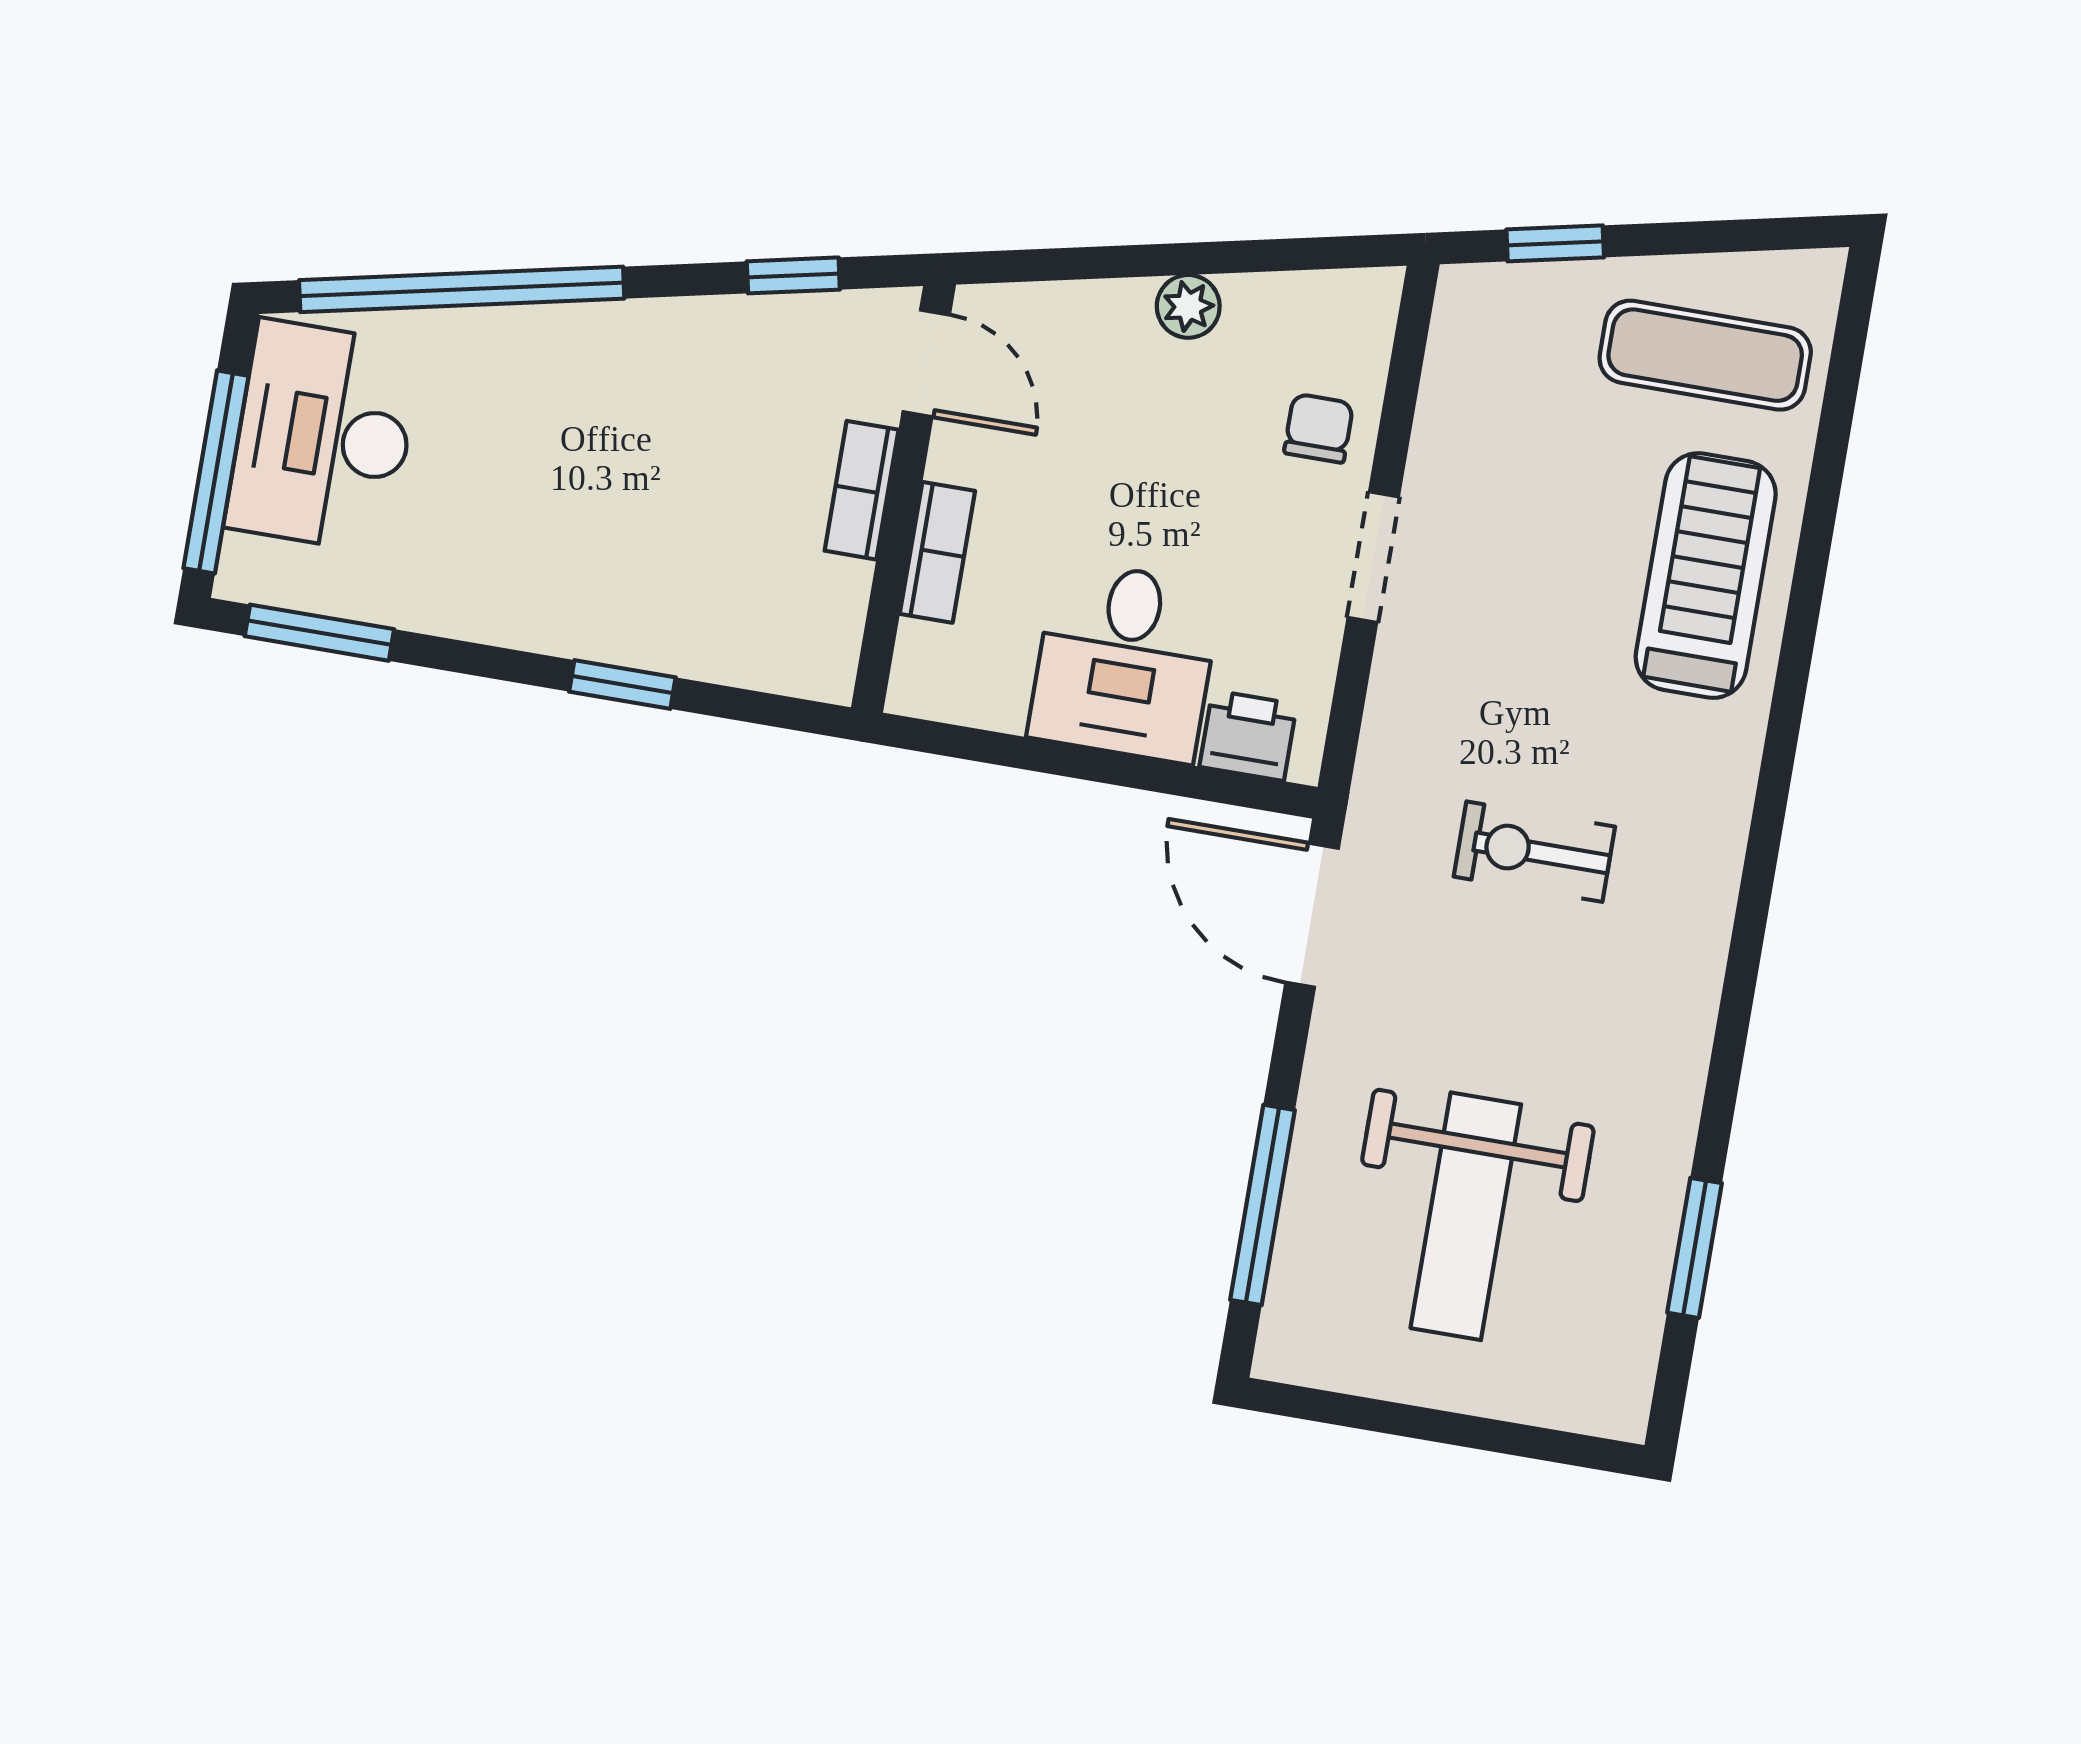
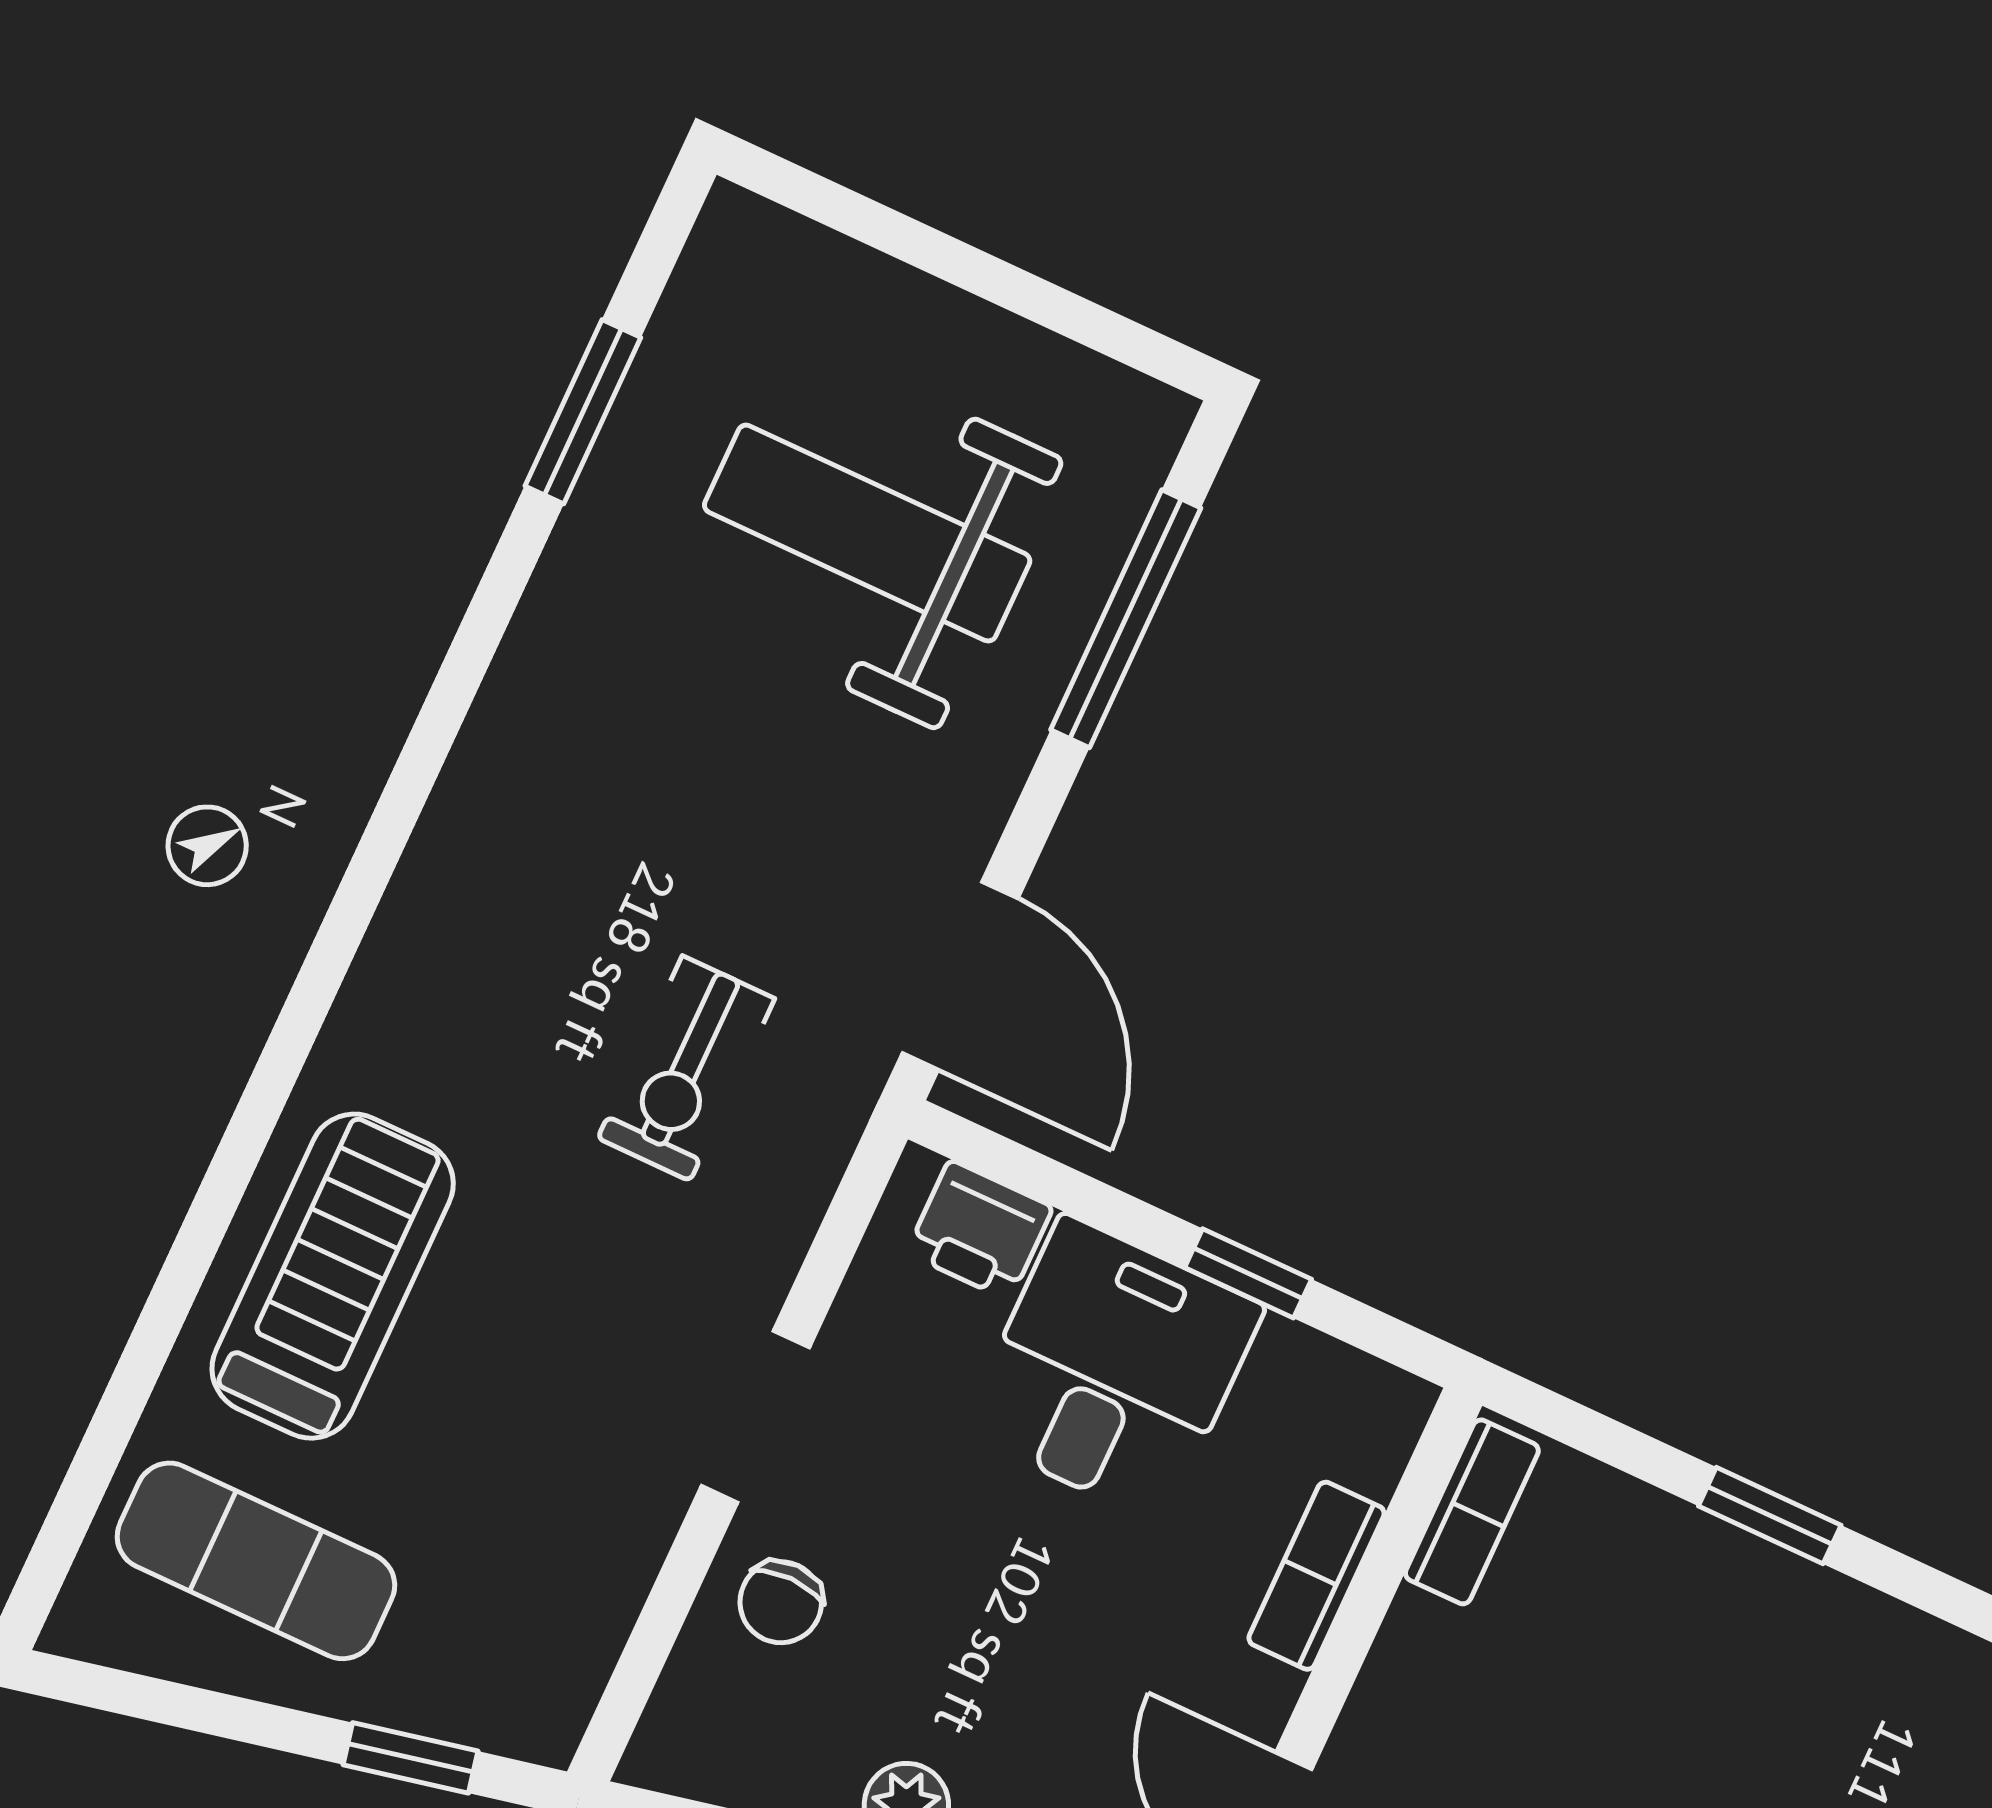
bookcase: (862, 490) -> (1472, 1512), moved
treadmill: (1706, 576) -> (333, 1276), turned 180
window: (1046, 757) -> (1248, 1273), added
exercise bike: (1534, 852) -> (686, 1068), moved, turned 90
weight bench: (1466, 1216) -> (867, 533), turned -90

